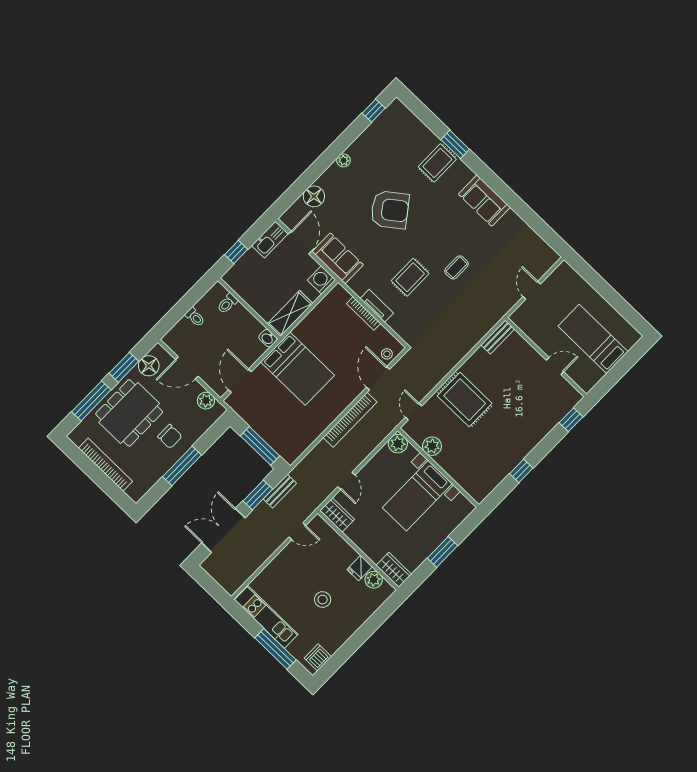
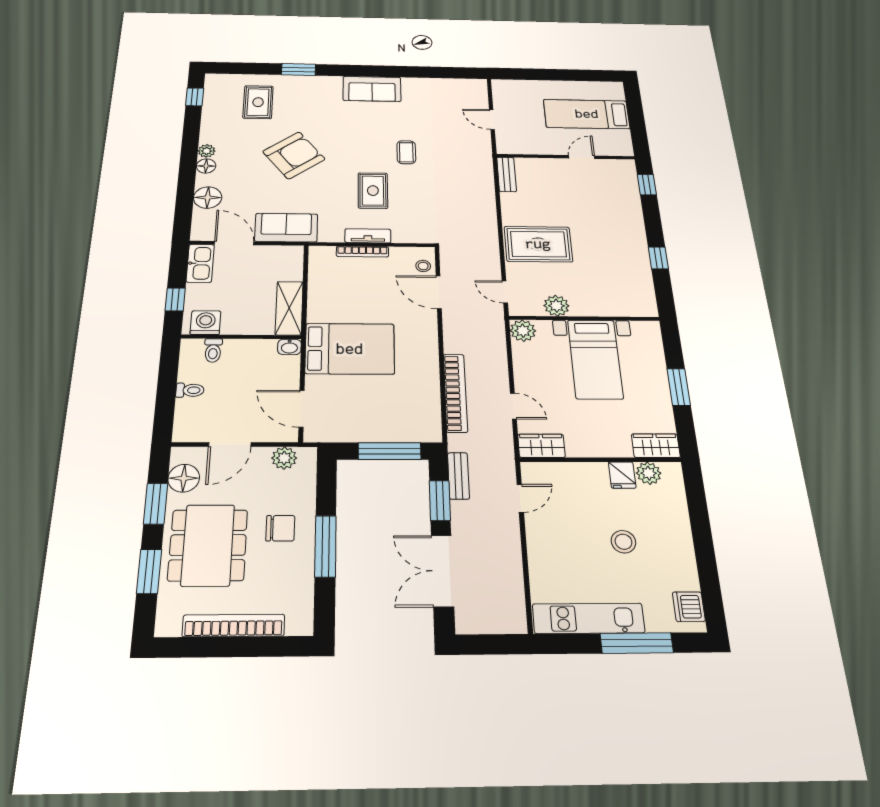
rug: (437, 163) -> (258, 102), moved
floor lamp: (333, 172) -> (206, 166), added
washing machine: (322, 280) -> (206, 323), moved, turned 90
window: (91, 401) -> (149, 571), width x0.69
bookcase: (350, 420) -> (455, 393), moved

